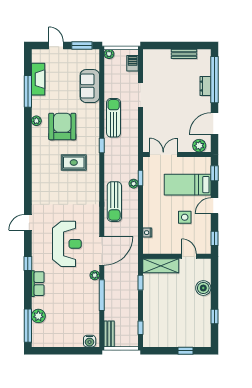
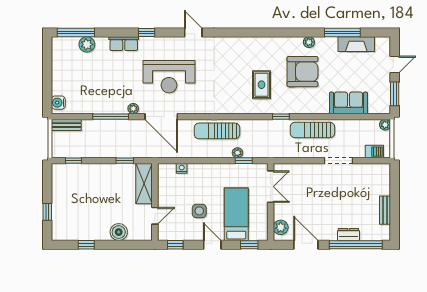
sun lounger: (114, 118) -> (312, 130), turned 180

